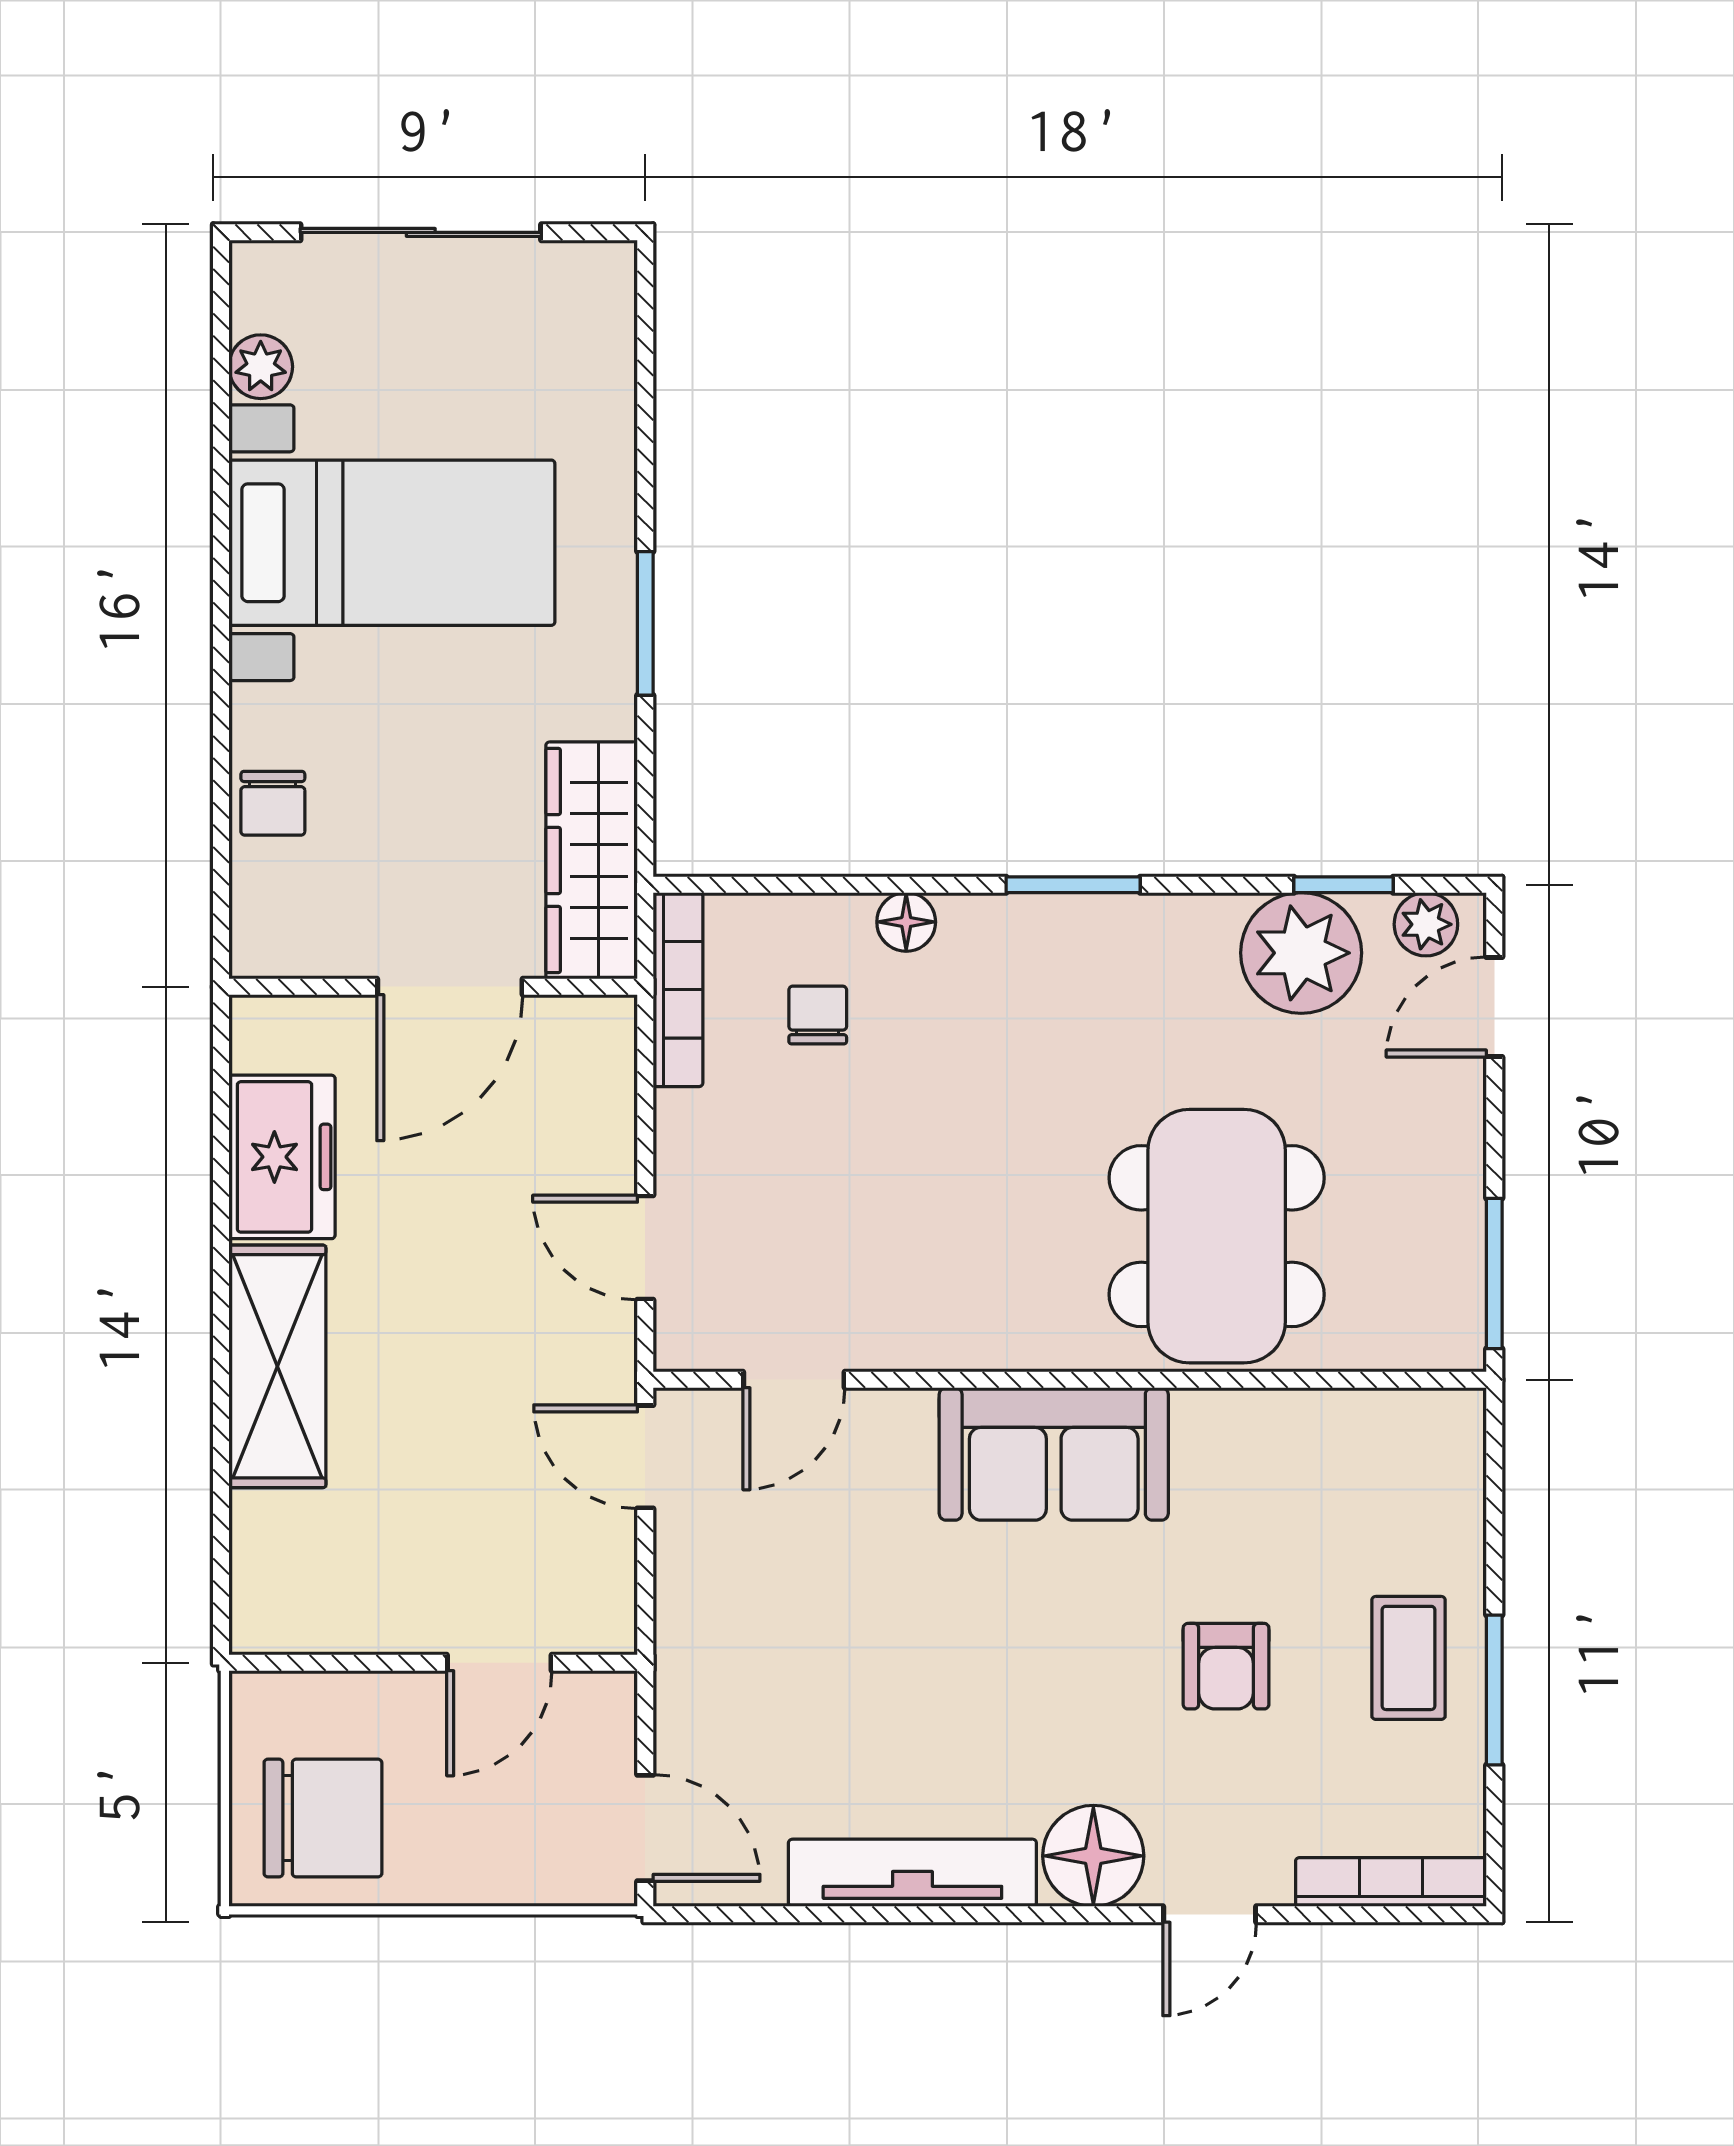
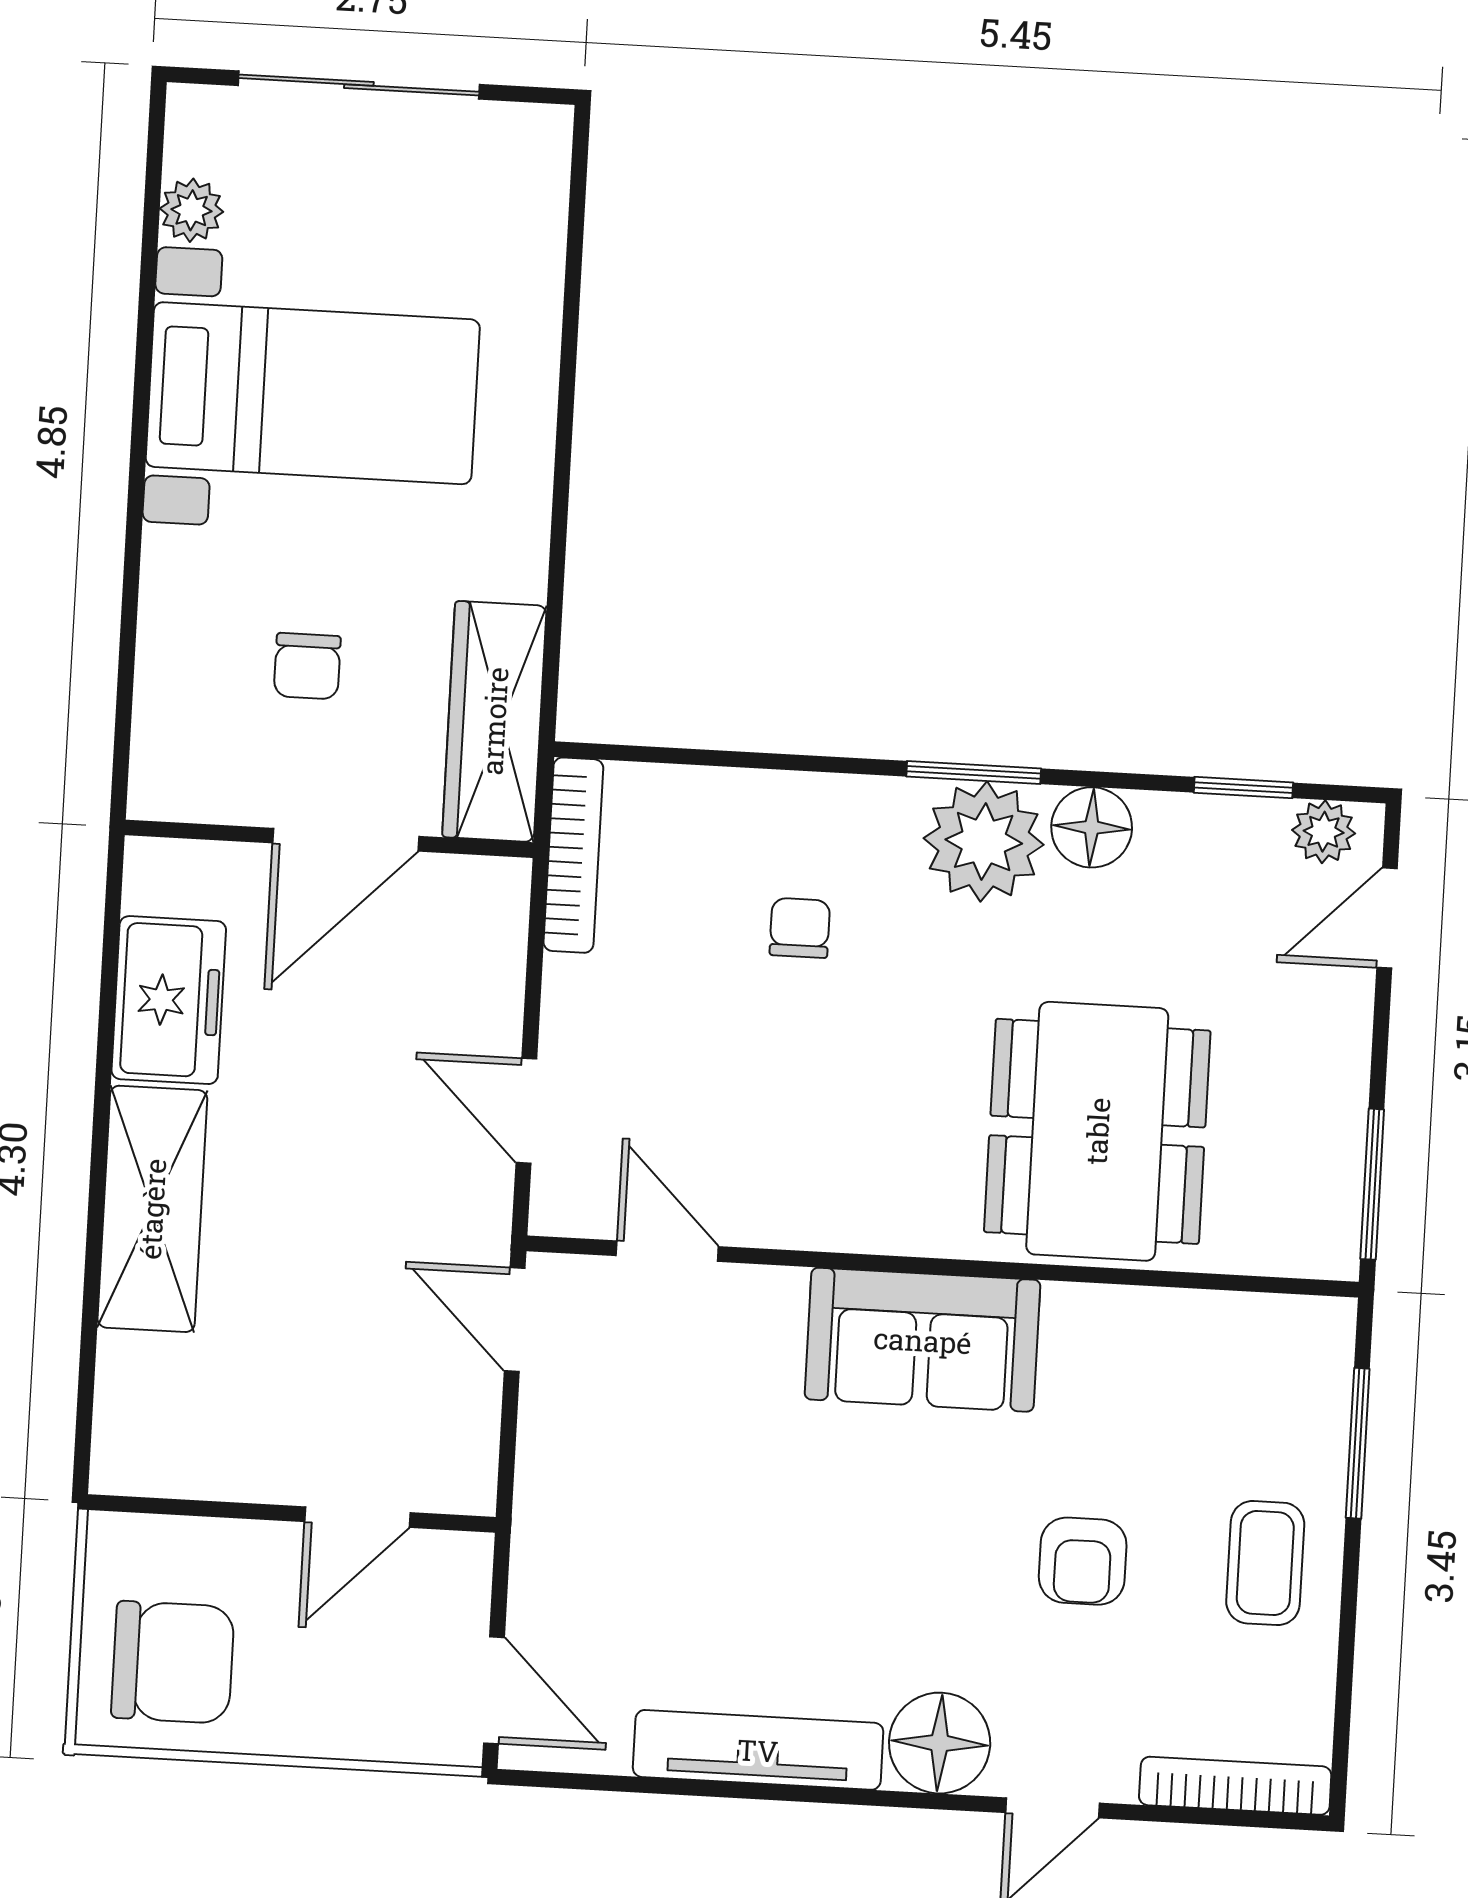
window: (645, 623) -> (561, 488), removed
chair: (273, 803) -> (307, 666), moved
floor lamp: (906, 922) -> (1092, 827), moved, width x1.37, depth x1.37
plant: (1301, 953) -> (984, 841), moved
chair: (818, 1015) -> (800, 928), moved
door: (794, 1380) -> (667, 1251), swing flipped
window: (1494, 1690) -> (1358, 1443), moved

